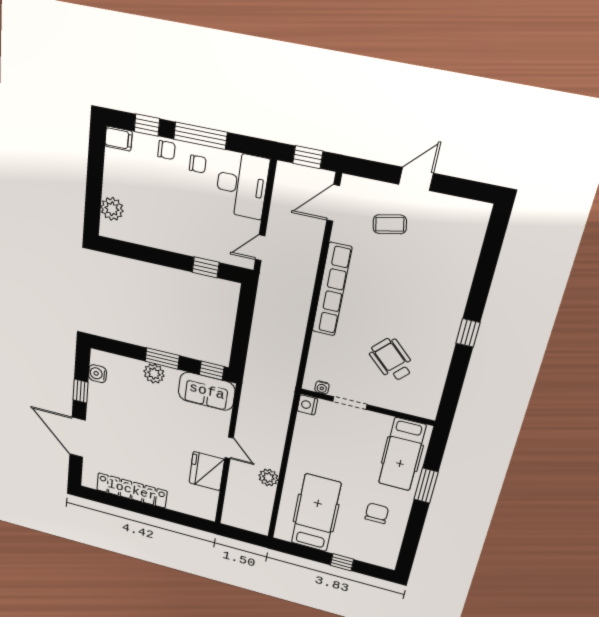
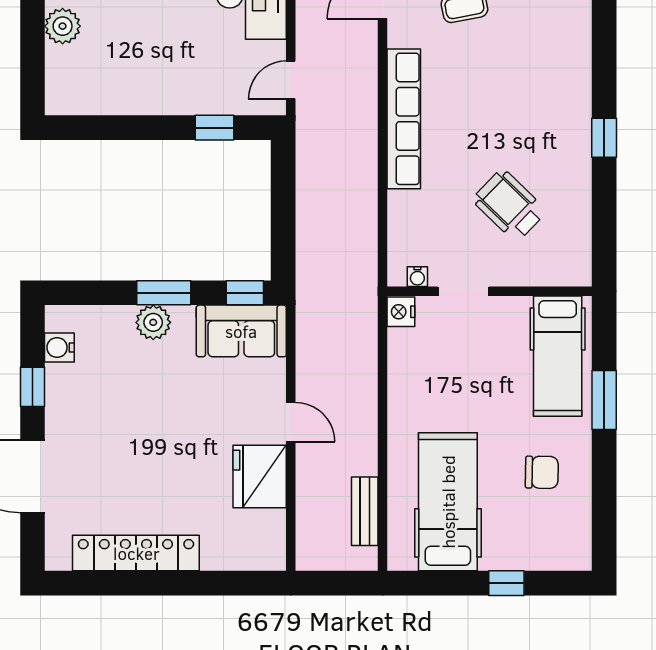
plant: (112, 209) -> (63, 26), moved
plant: (268, 478) -> (362, 458), removed
bench: (265, 505) -> (365, 511), added
chair: (377, 513) -> (542, 472), turned 91

